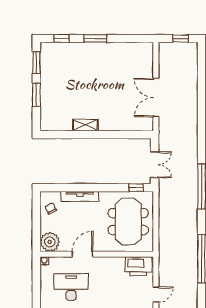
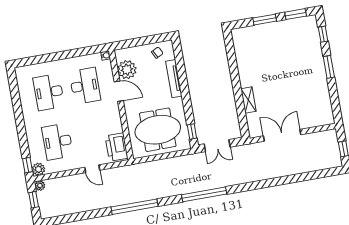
shelving: (85, 125) -> (248, 100), moved
plant: (50, 242) -> (127, 70), moved

